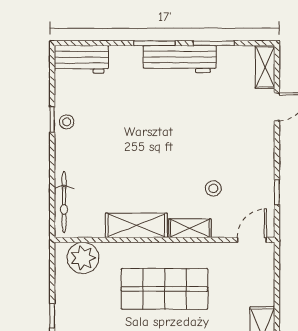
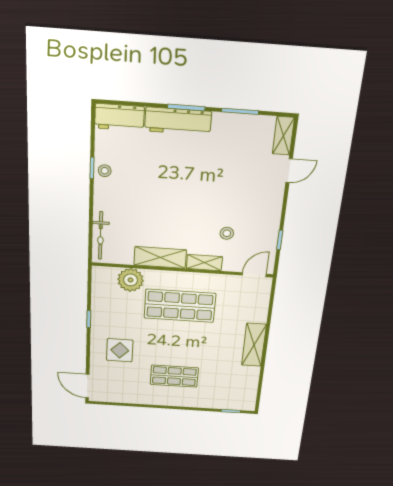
workbench: (180, 59) -> (178, 121), moved
plant: (83, 258) -> (131, 280), moved

